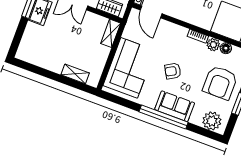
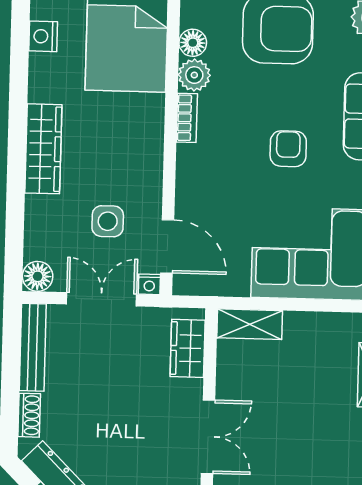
door: (151, 12) -> (167, 246), hinge flipped
armchair: (173, 71) -> (288, 149), turned -150

